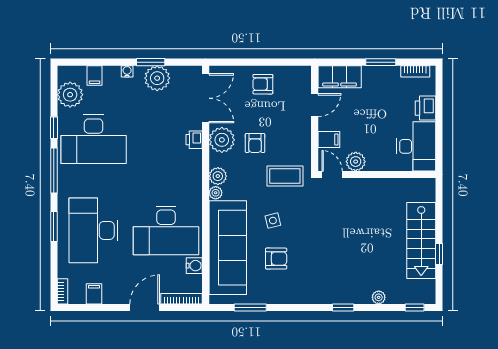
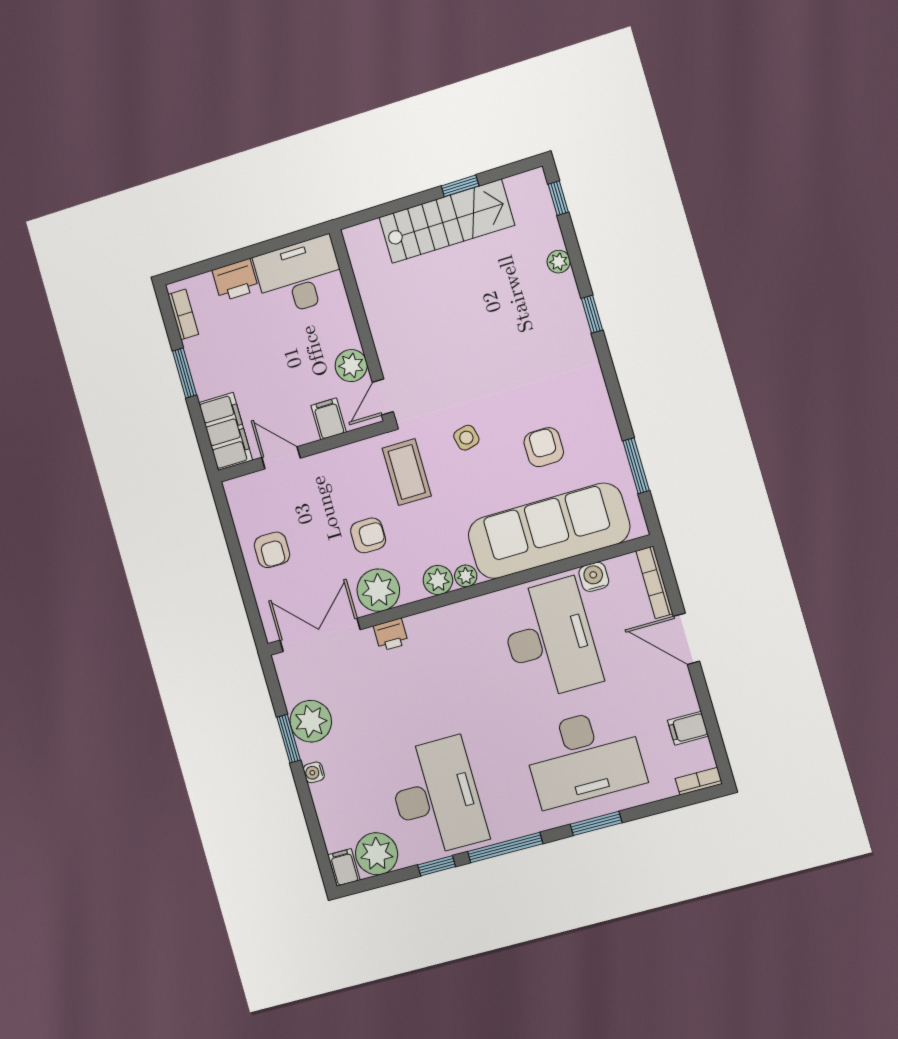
filing cabinet: (95, 75) -> (344, 867), moved, turned -90
side table: (273, 221) -> (466, 438), moved

